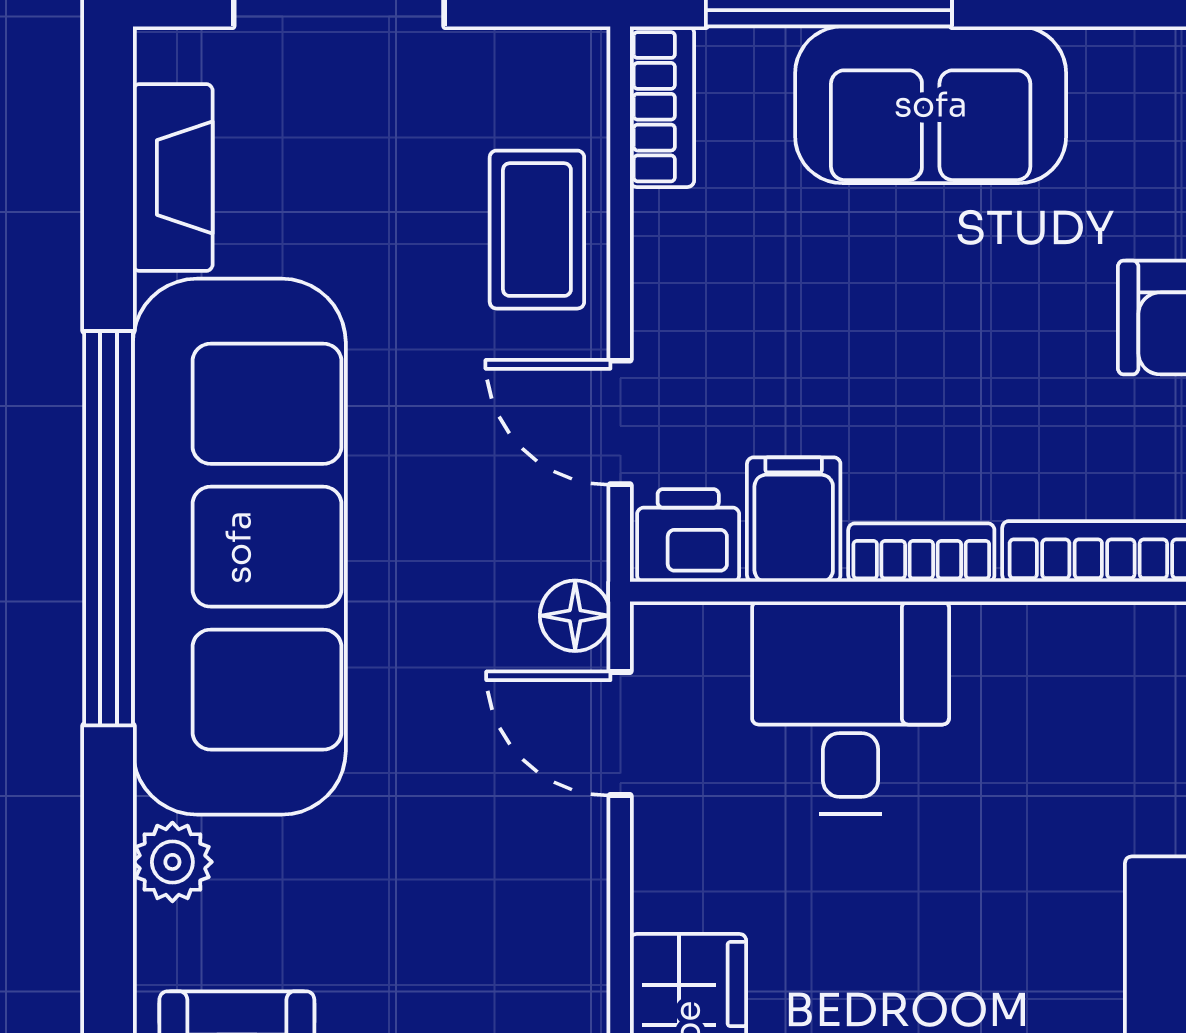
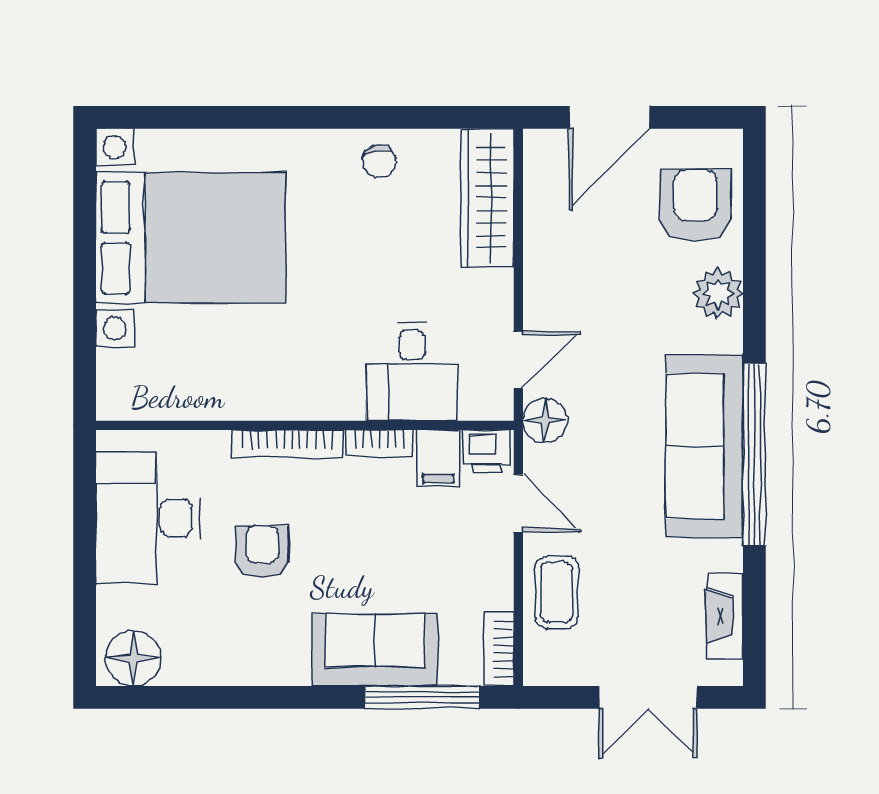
sofa: (239, 547) -> (704, 446), width x0.74, depth x0.79
floor lamp: (575, 616) -> (545, 420), width x1.37, depth x1.37
door: (620, 734) -> (518, 360), hinge flipped
plant: (172, 862) -> (718, 294), width x1.38, depth x1.38

